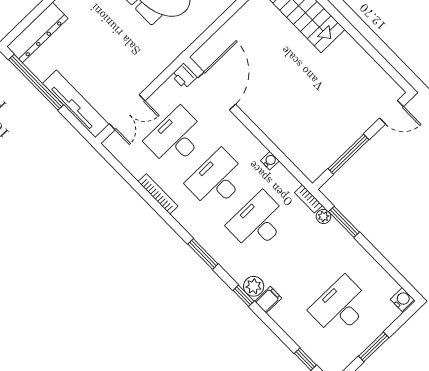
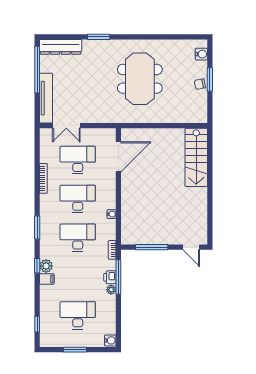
printer: (184, 76) -> (110, 277), moved
plant: (323, 216) -> (111, 290), moved
window: (344, 222) -> (118, 277), width x1.44

